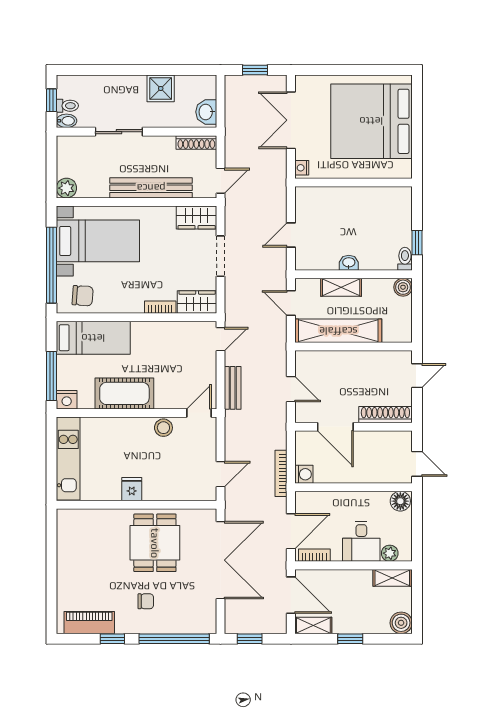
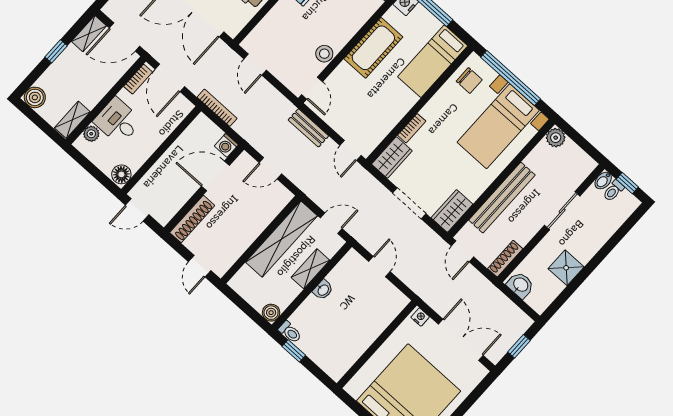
chair: (83, 296) -> (469, 80), turned -94
washing machine: (304, 474) -> (226, 145), moved

